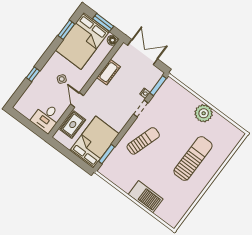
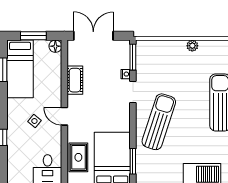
bed: (82, 41) -> (20, 69), width x0.67
door: (77, 100) -> (64, 116), moved
plant: (204, 113) -> (192, 46), width x0.53, depth x0.53
sun lounger: (143, 141) -> (159, 122), width x1.36, depth x1.34

